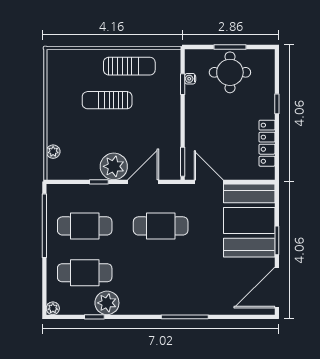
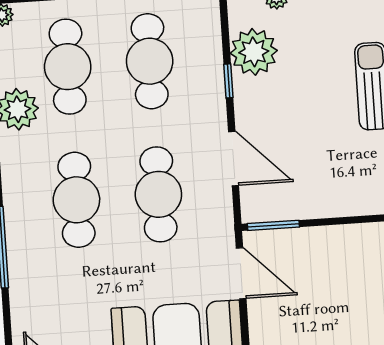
plant: (114, 166) -> (254, 52), moved
door: (209, 182) -> (241, 273), hinge flipped
cafe table: (161, 273) -> (76, 200), added

